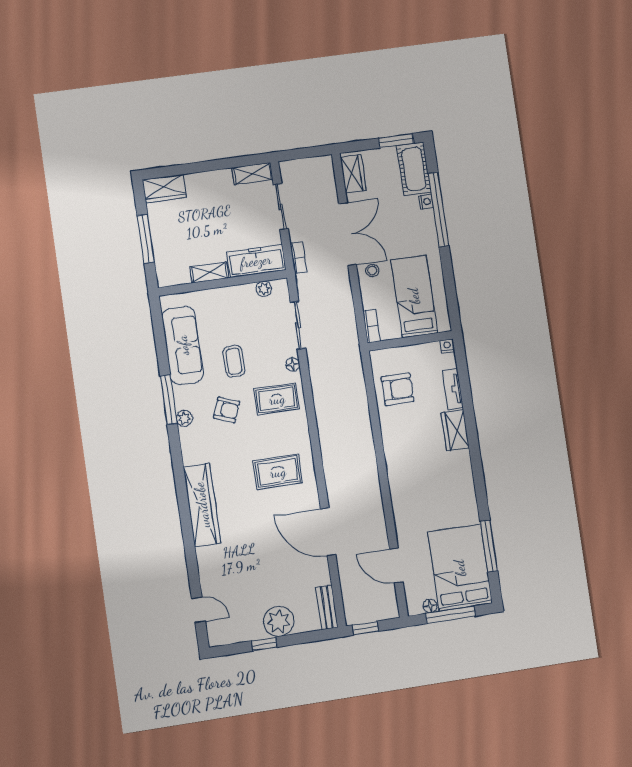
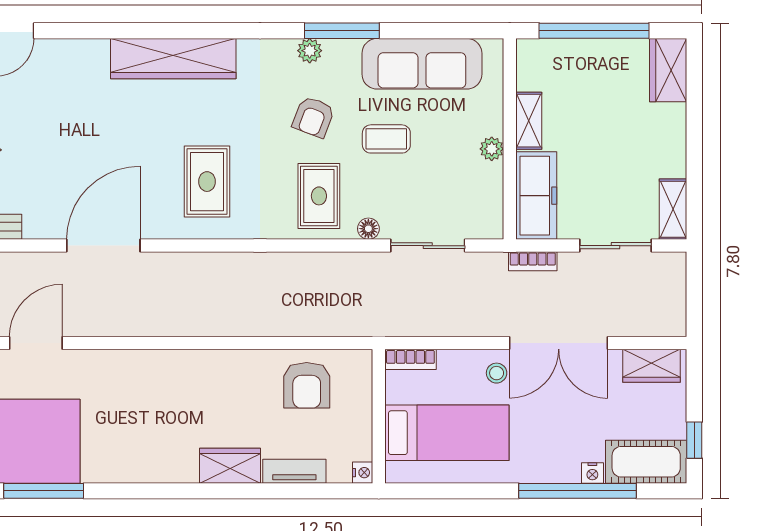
window: (396, 141) -> (694, 440), width x0.67
window: (146, 239) -> (594, 31), width x1.46
plant: (264, 289) -> (492, 149), moved

